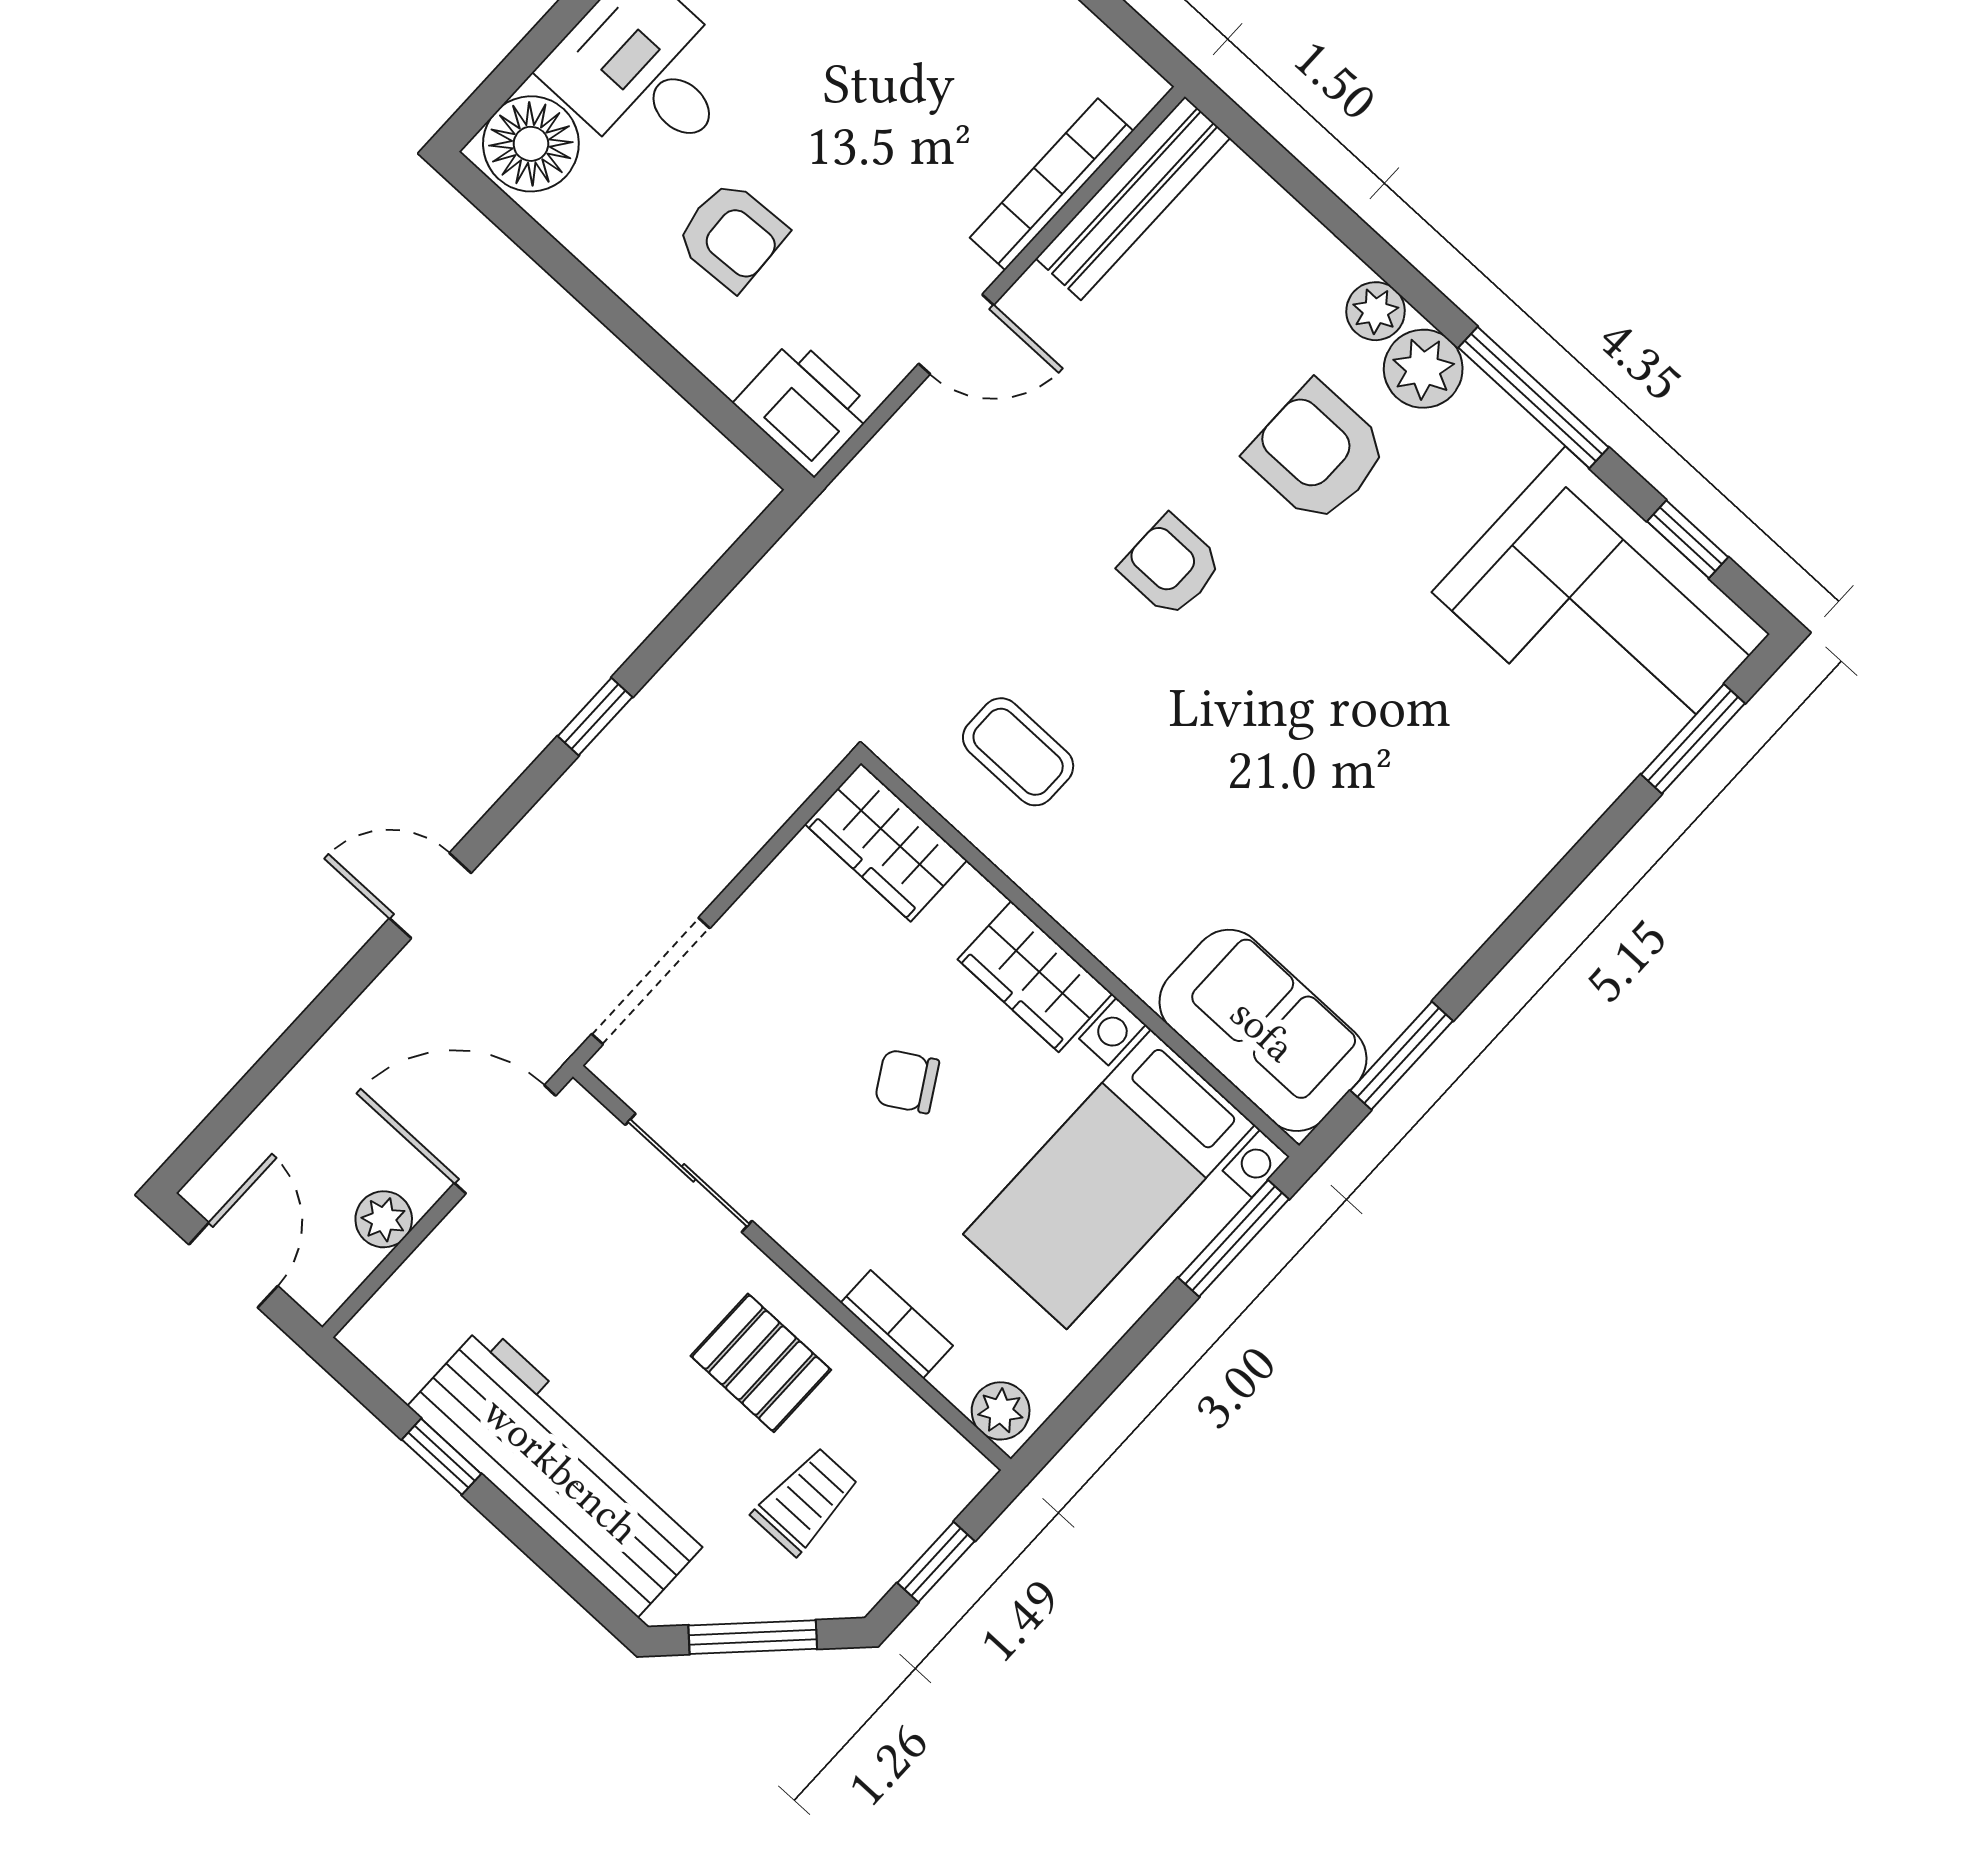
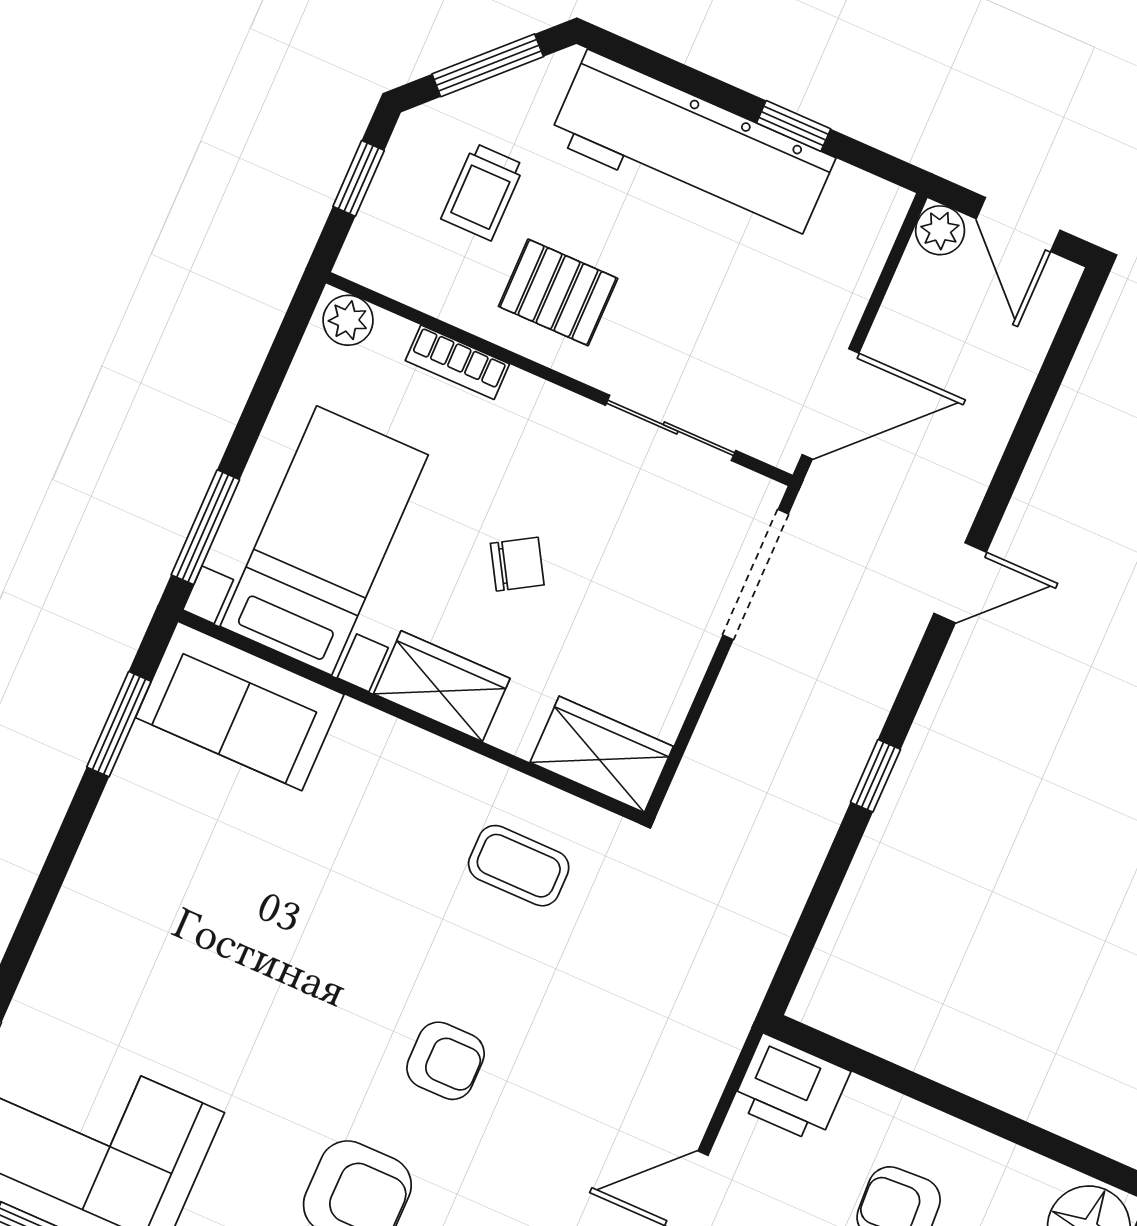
plant: (384, 1219) -> (940, 230), moved

